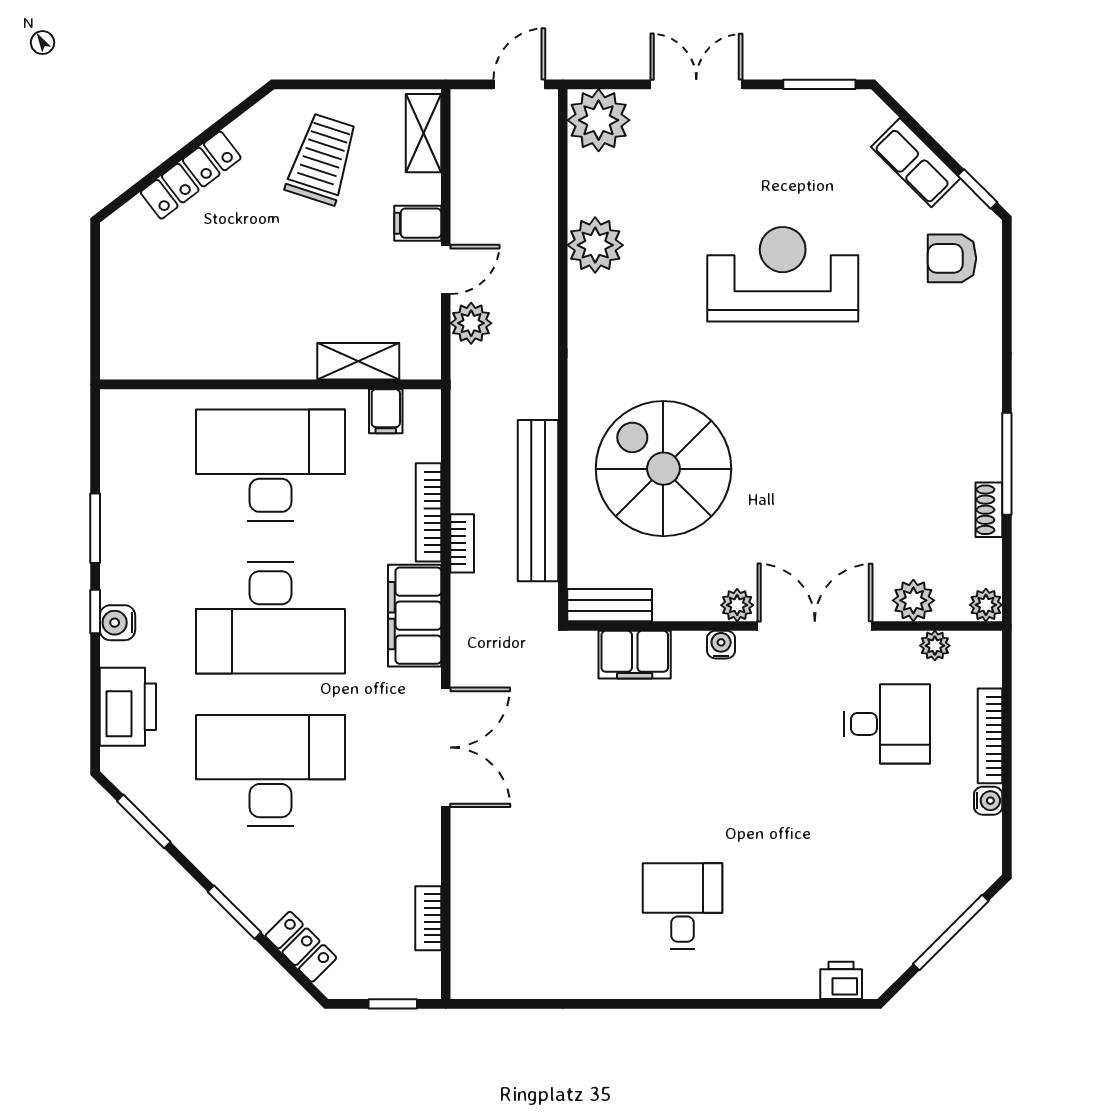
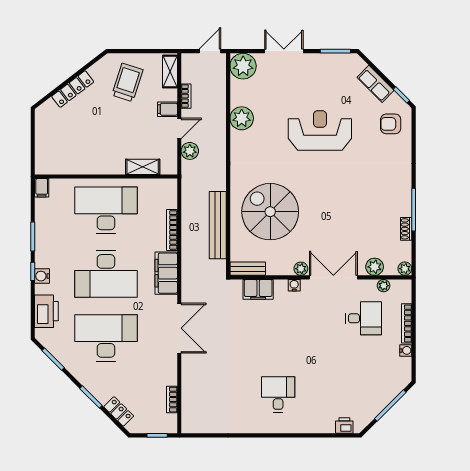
filing cabinet: (386, 411) -> (42, 188), moved
bookcase: (462, 543) -> (186, 96), moved

